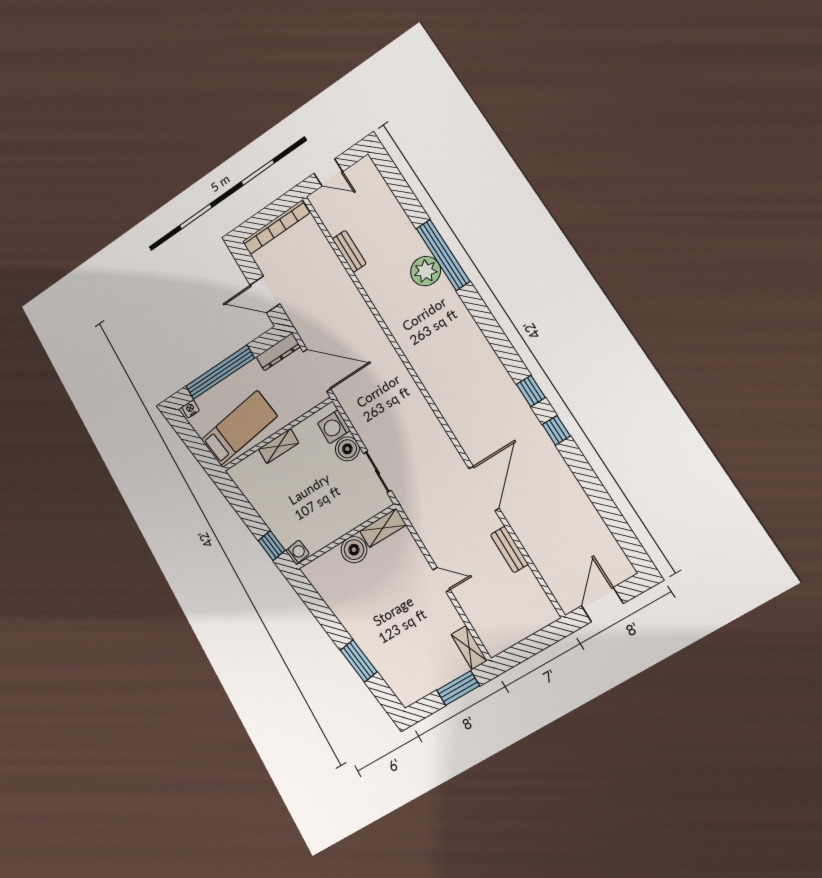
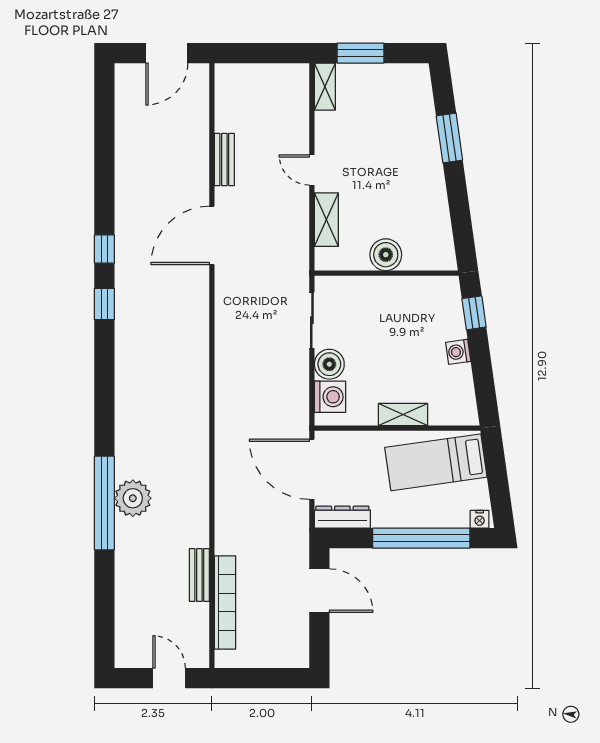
bookcase: (276, 227) -> (225, 603), moved, turned 90
shelving: (383, 528) -> (326, 220), moved, turned 90
washing machine: (298, 552) -> (458, 352), moved

